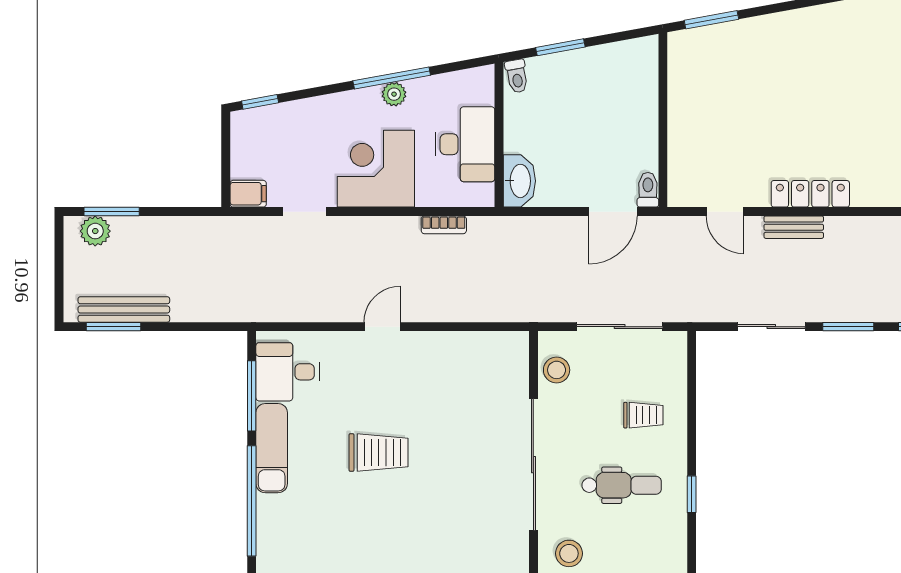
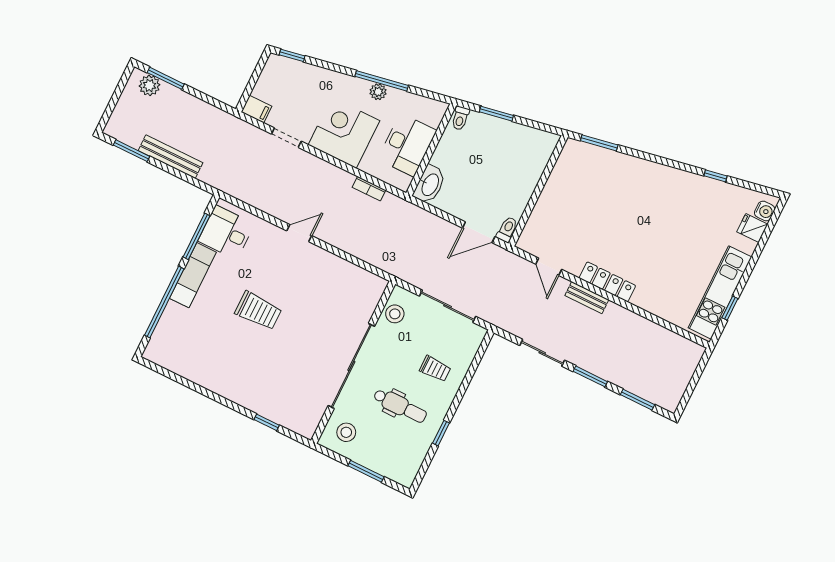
bench: (124, 309) -> (171, 157), moved

